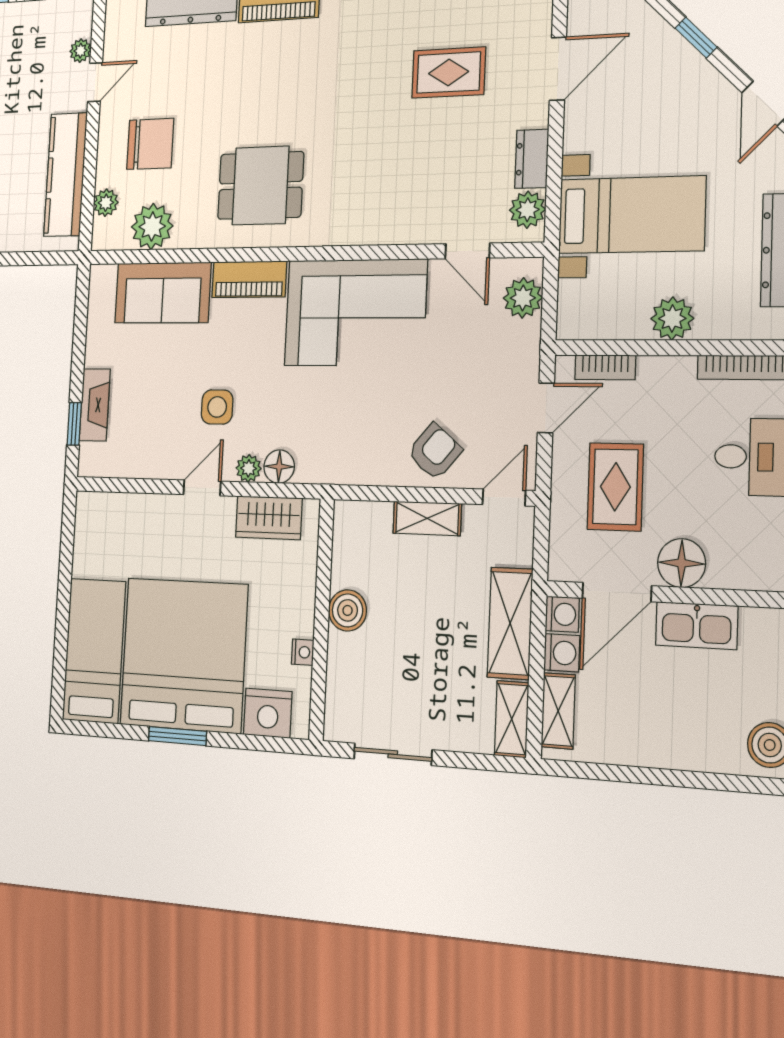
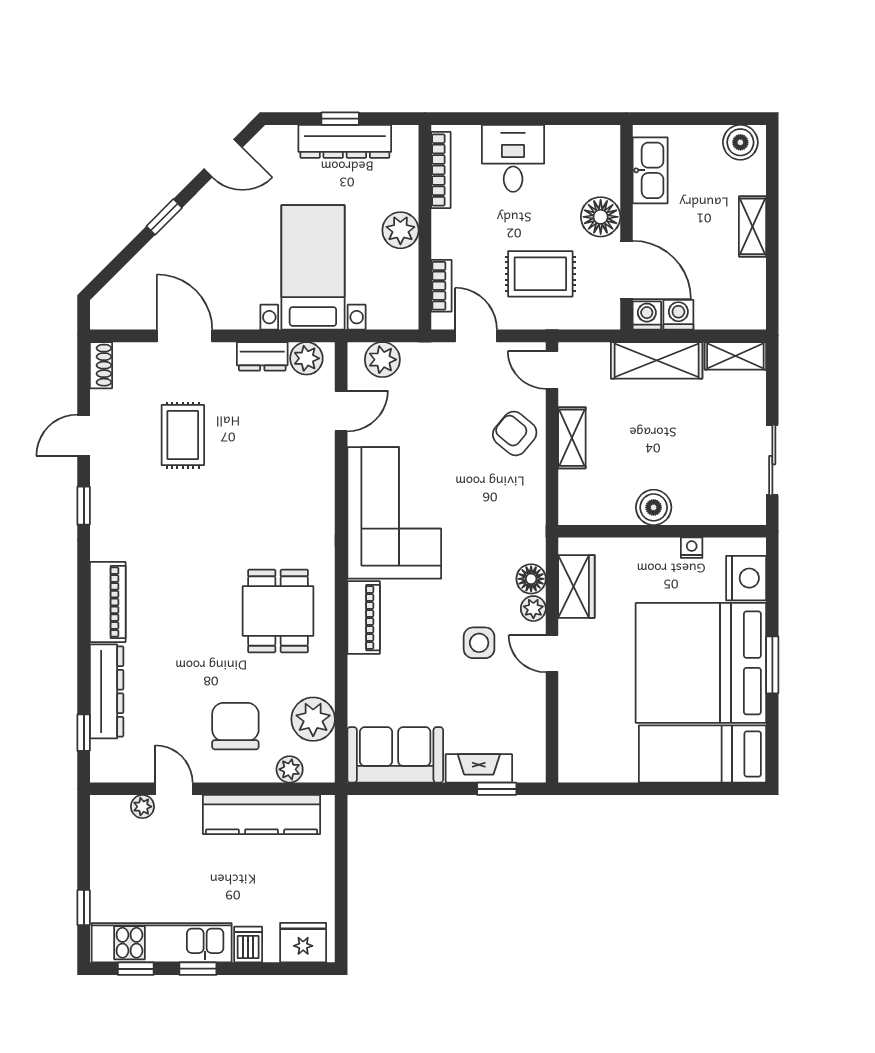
sofa: (163, 293) -> (395, 755), moved, turned -90
kitchen sink: (697, 626) -> (650, 170), moved
shelving: (558, 711) -> (753, 226), moved, turned 90

